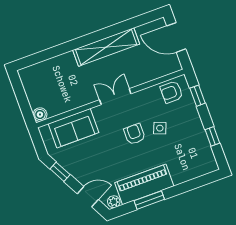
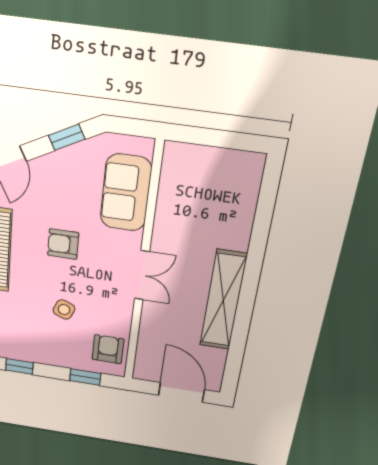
door: (176, 37) -> (181, 392), hinge flipped
boiler: (40, 115) -> (175, 153), removed
armchair: (135, 134) -> (63, 244), moved, turned 180

